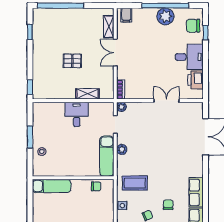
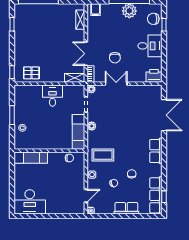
double door: (115, 53) -> (86, 54), moved
pallet: (72, 61) -> (31, 73), moved
chair: (149, 71) -> (115, 58), added
printer: (196, 80) -> (154, 76), moved, turned 90
shelving: (87, 94) -> (75, 78), moved
double door: (167, 101) -> (116, 84), moved
row of seats: (196, 192) -> (156, 151), moved

